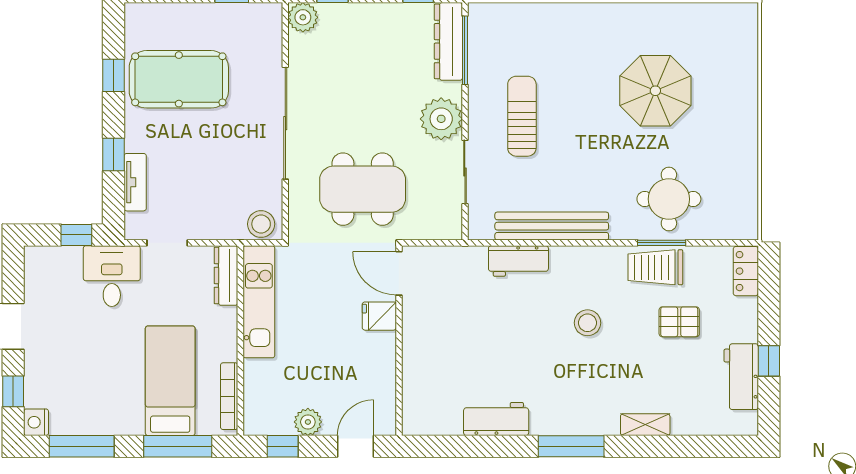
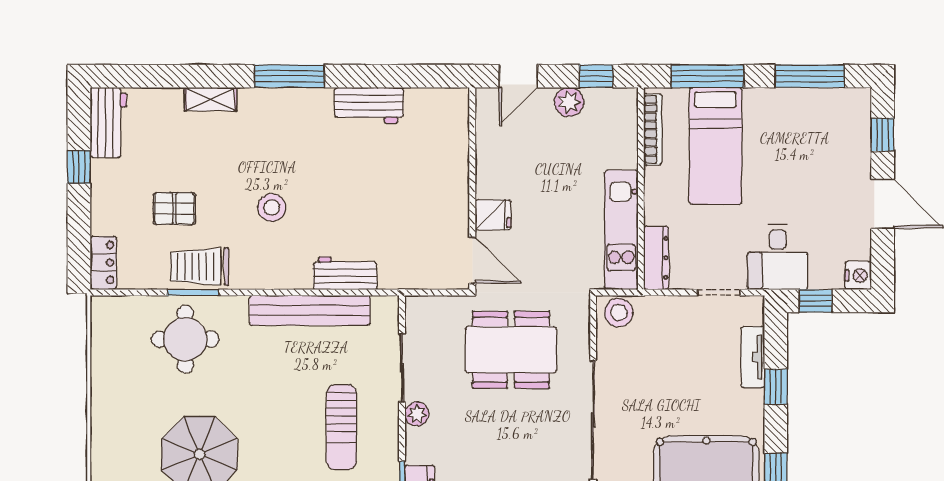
plant: (441, 119) -> (417, 414), width x0.53, depth x0.53
trolley: (655, 267) -> (200, 267), turned 180
workbench: (741, 377) -> (108, 123), moved
nightstand: (36, 422) -> (858, 275), moved

